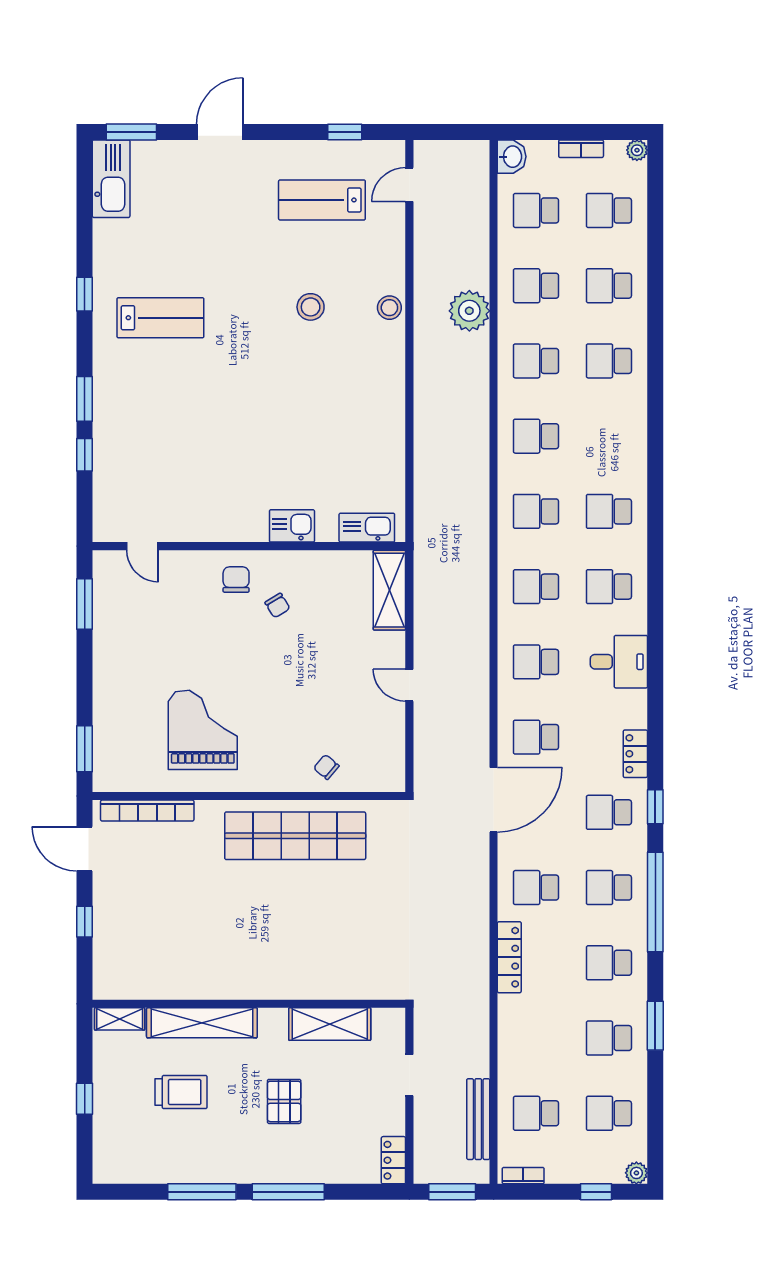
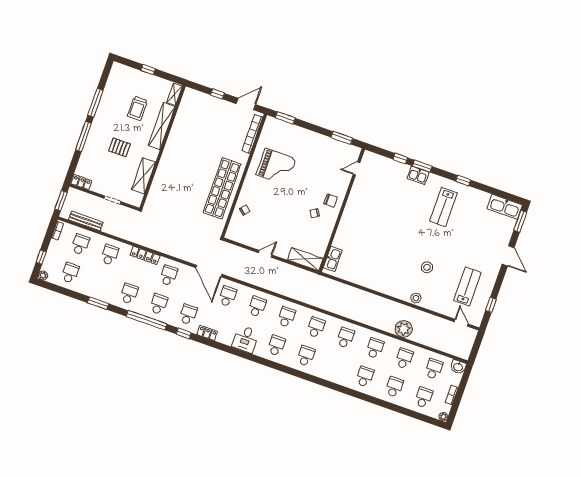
kitchen sink: (292, 526) -> (418, 175), moved, turned 90
school desk: (609, 1038) -> (110, 255), moved

